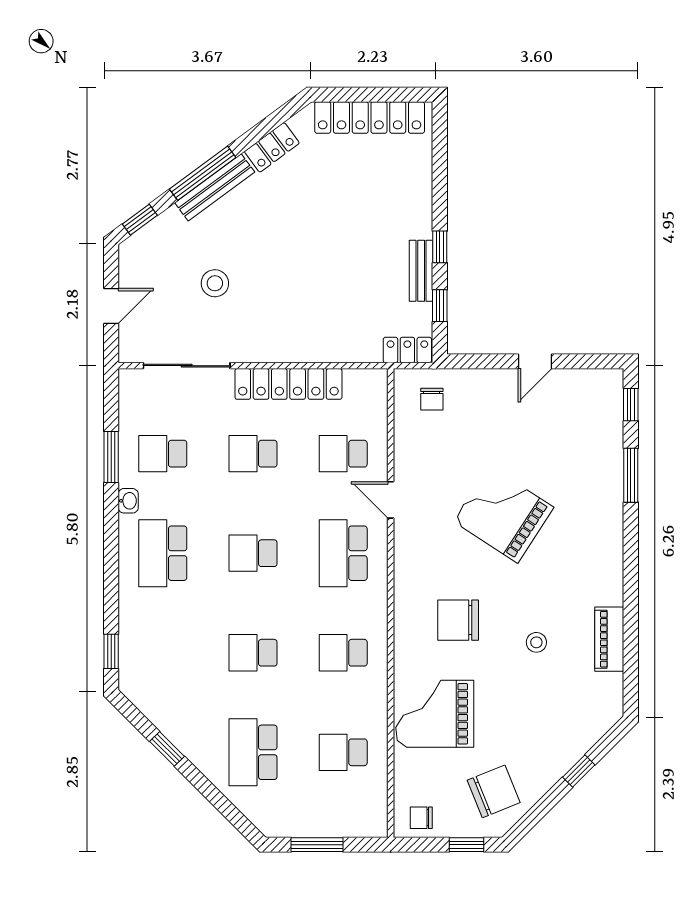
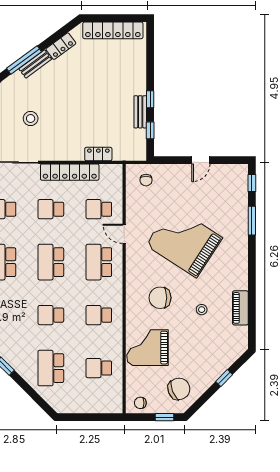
bench: (215, 187) -> (35, 64), width x0.73
locker: (407, 350) -> (98, 154), moved
grand piano: (503, 514) -> (184, 241), width x1.37, depth x1.48
school desk: (253, 553) -> (51, 262), width x1.85
window: (317, 845) -> (85, 417), removed

